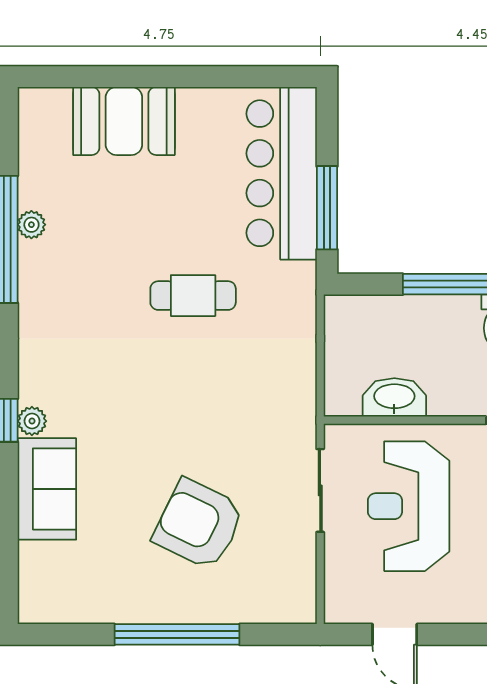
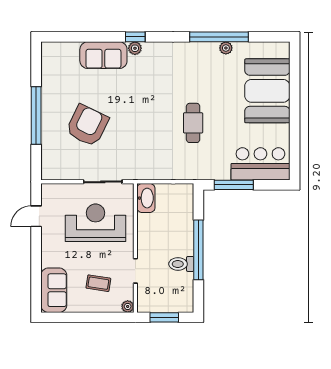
booth: (124, 121) -> (267, 91), width x1.36, depth x1.42
bar counter: (282, 173) -> (260, 164), width x0.73
washbasin: (394, 397) -> (146, 198), moved

